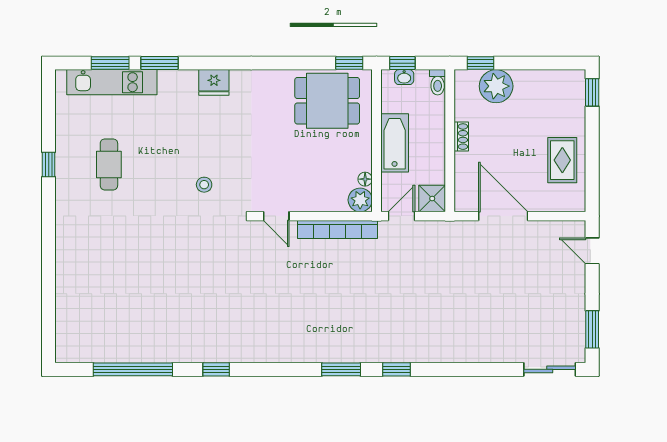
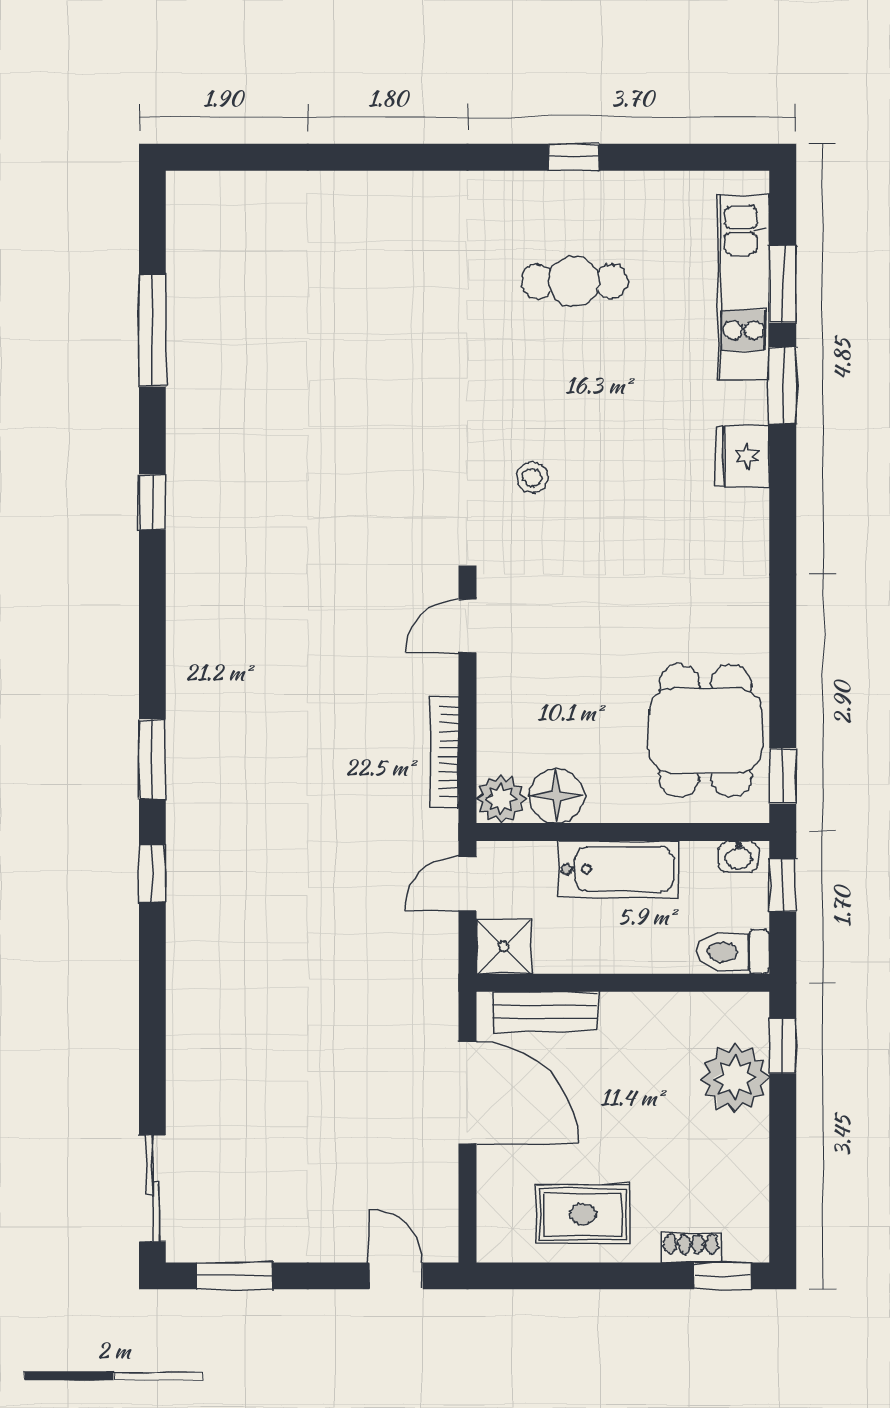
washbasin: (404, 77) -> (739, 857), moved, turned -90
fridge: (214, 82) -> (743, 456), moved
toilet: (438, 82) -> (733, 952), width x1.37, depth x1.39
shoe rack: (461, 137) -> (691, 1248), moved, turned 180
bench: (464, 178) -> (546, 1012), added
floor lamp: (365, 179) -> (557, 796), width x1.89, depth x1.89
door: (402, 216) -> (468, 884), swing flipped
door: (503, 216) -> (468, 1093), hinge flipped
bookcase: (338, 230) -> (444, 752), width x0.68, depth x0.76
door: (592, 251) -> (396, 1276), hinge flipped
window: (133, 369) -> (152, 331), width x0.68

